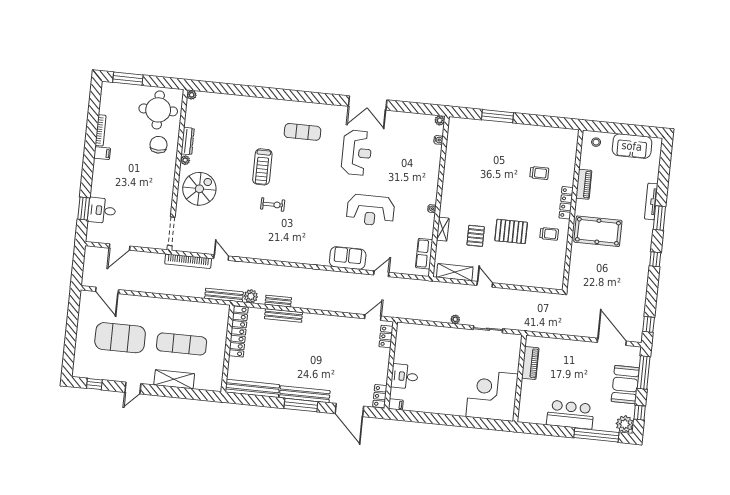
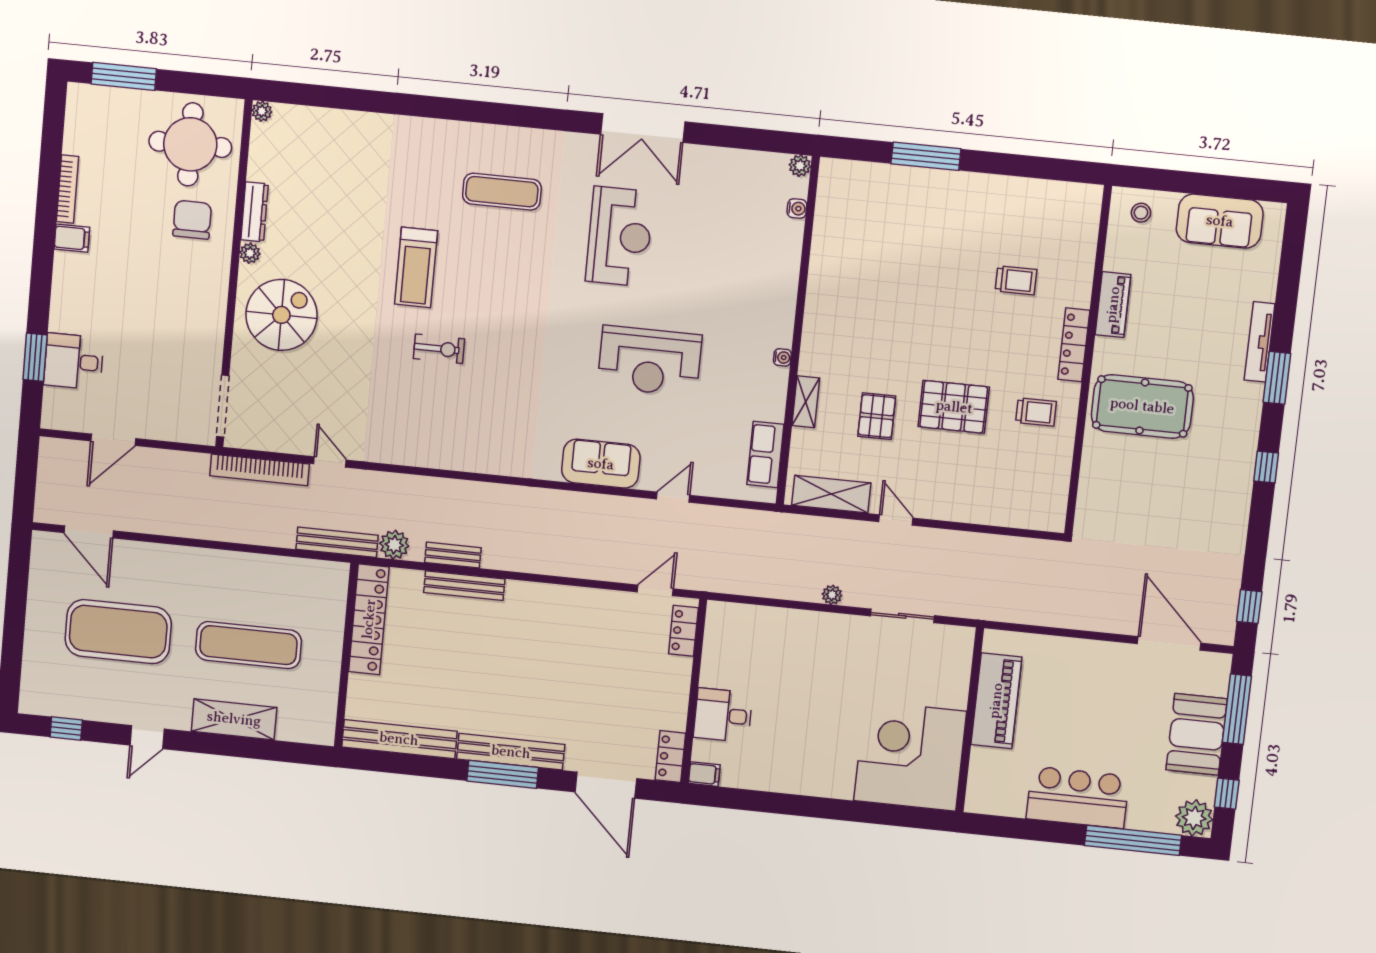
piano: (530, 363) -> (996, 701), width x1.37, depth x1.33

